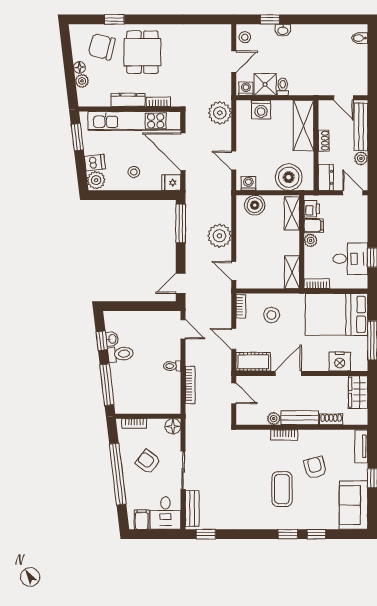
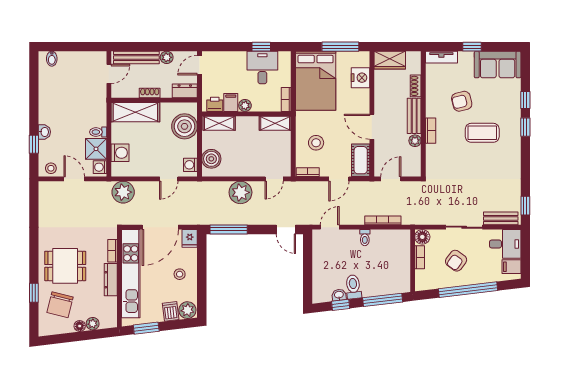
bookcase: (134, 423) -> (420, 257), moved

